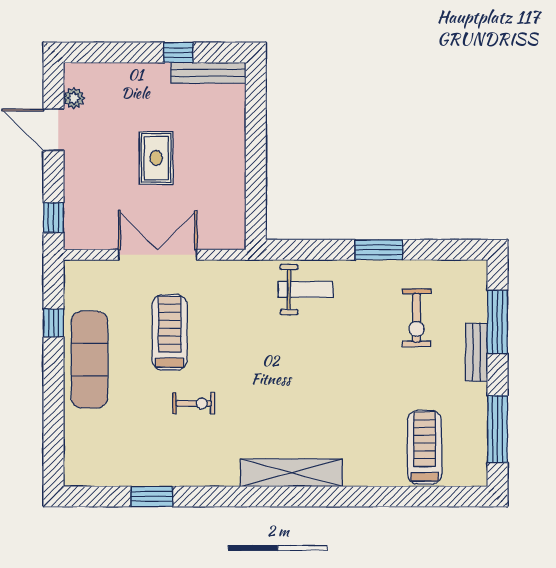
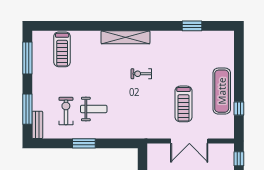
weight bench: (306, 290) -> (94, 109), moved, turned 180
bench: (477, 352) -> (37, 125), moved
exercise bike: (194, 403) -> (141, 74), moved

